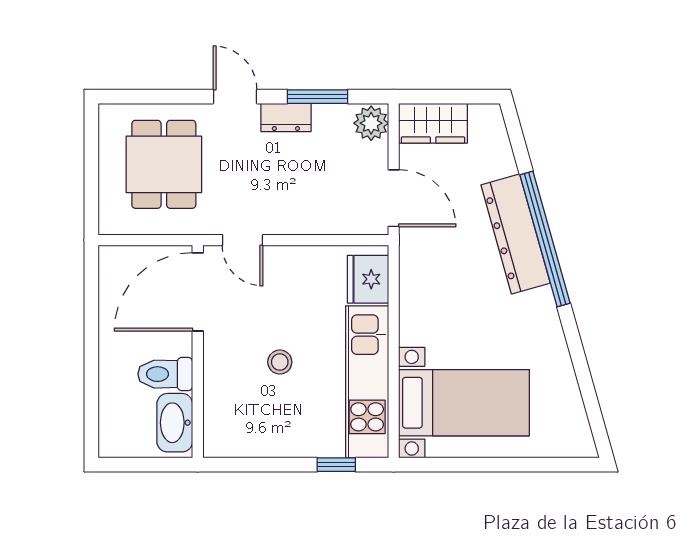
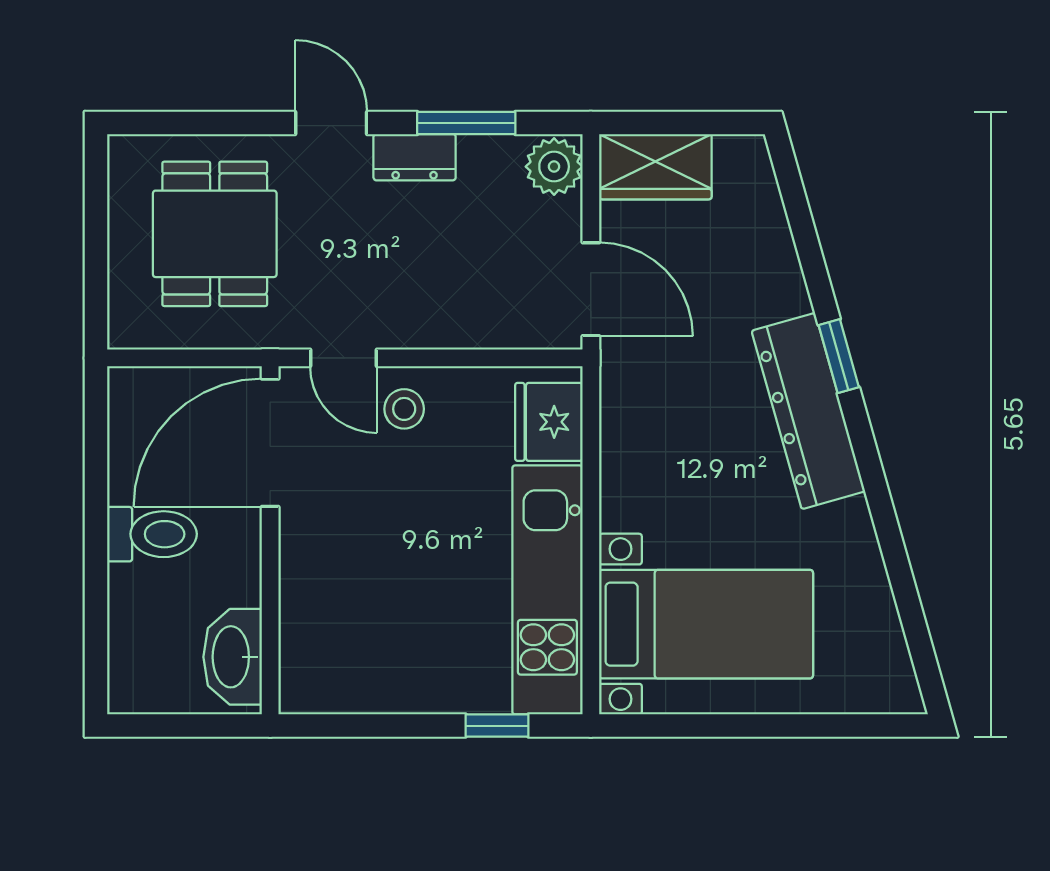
dresser: (516, 234) -> (808, 411), moved
window: (545, 239) -> (839, 356), width x0.32
stool: (280, 362) -> (404, 409), moved
toilet: (165, 374) -> (152, 534), moved, turned 180

